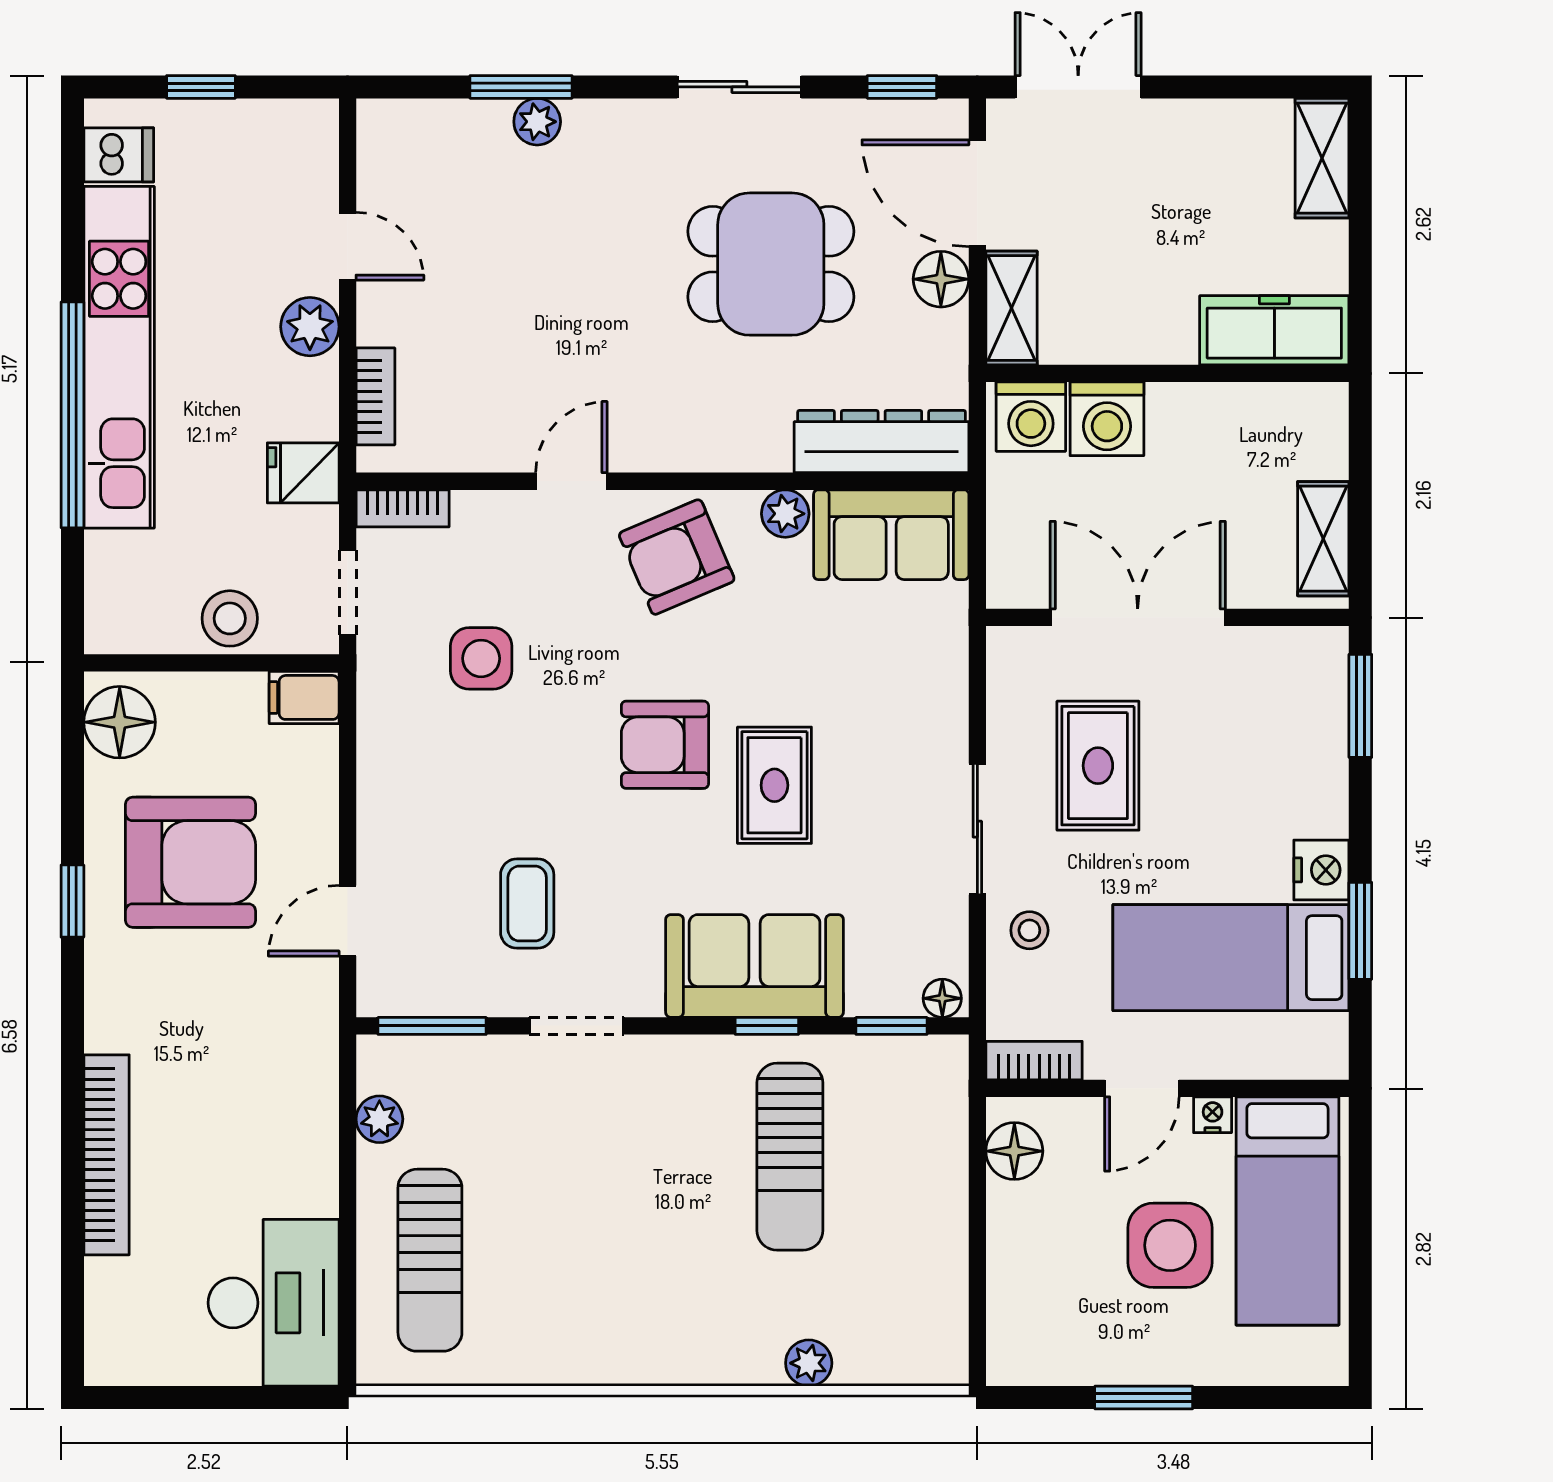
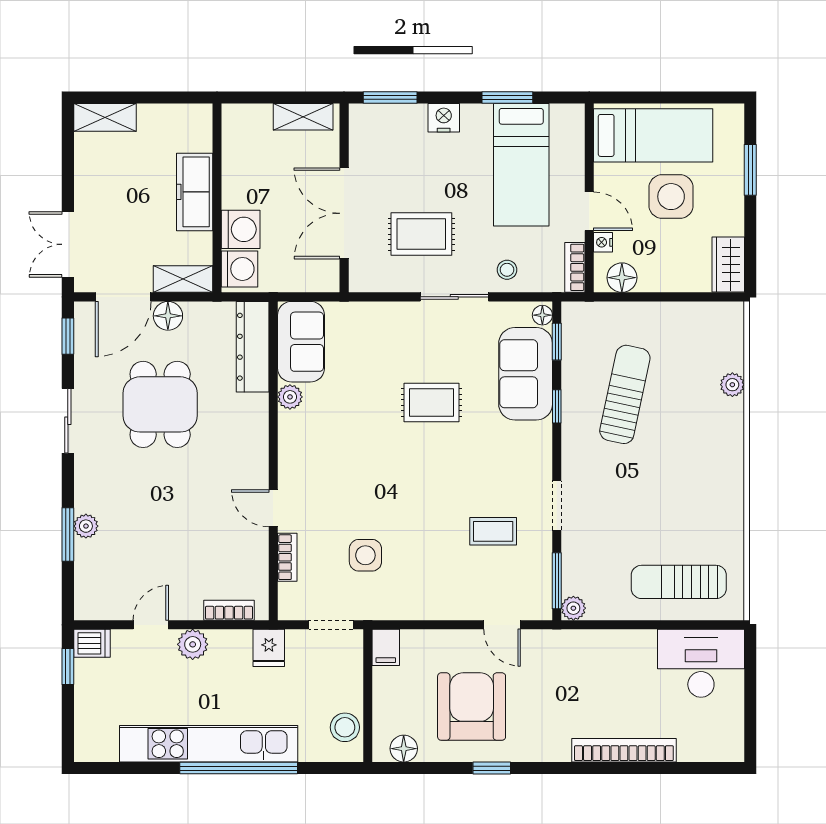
window: (201, 87) -> (68, 666), moved
dishwasher: (119, 155) -> (92, 643), moved, turned 90
freezer: (1274, 330) -> (195, 192), moved
bookcase: (403, 508) -> (287, 557), moved
armchair: (677, 557) -> (313, 453), removed
stool: (230, 618) -> (345, 727), moved
floor lamp: (120, 722) -> (404, 749), width x0.73, depth x0.73
armchair: (665, 745) -> (410, 460), removed
nightstand: (1321, 870) -> (444, 118), moved
sofa: (755, 966) -> (526, 374), moved
nightstand: (1213, 1115) -> (603, 242), moved
plant: (379, 1119) -> (573, 608), moved
sun lounger: (790, 1157) -> (625, 394), turned -78
sun lounger: (430, 1260) -> (679, 582), turned 180
wardrobe: (1039, 1355) -> (728, 265), added
window: (1144, 1398) -> (750, 170), moved

